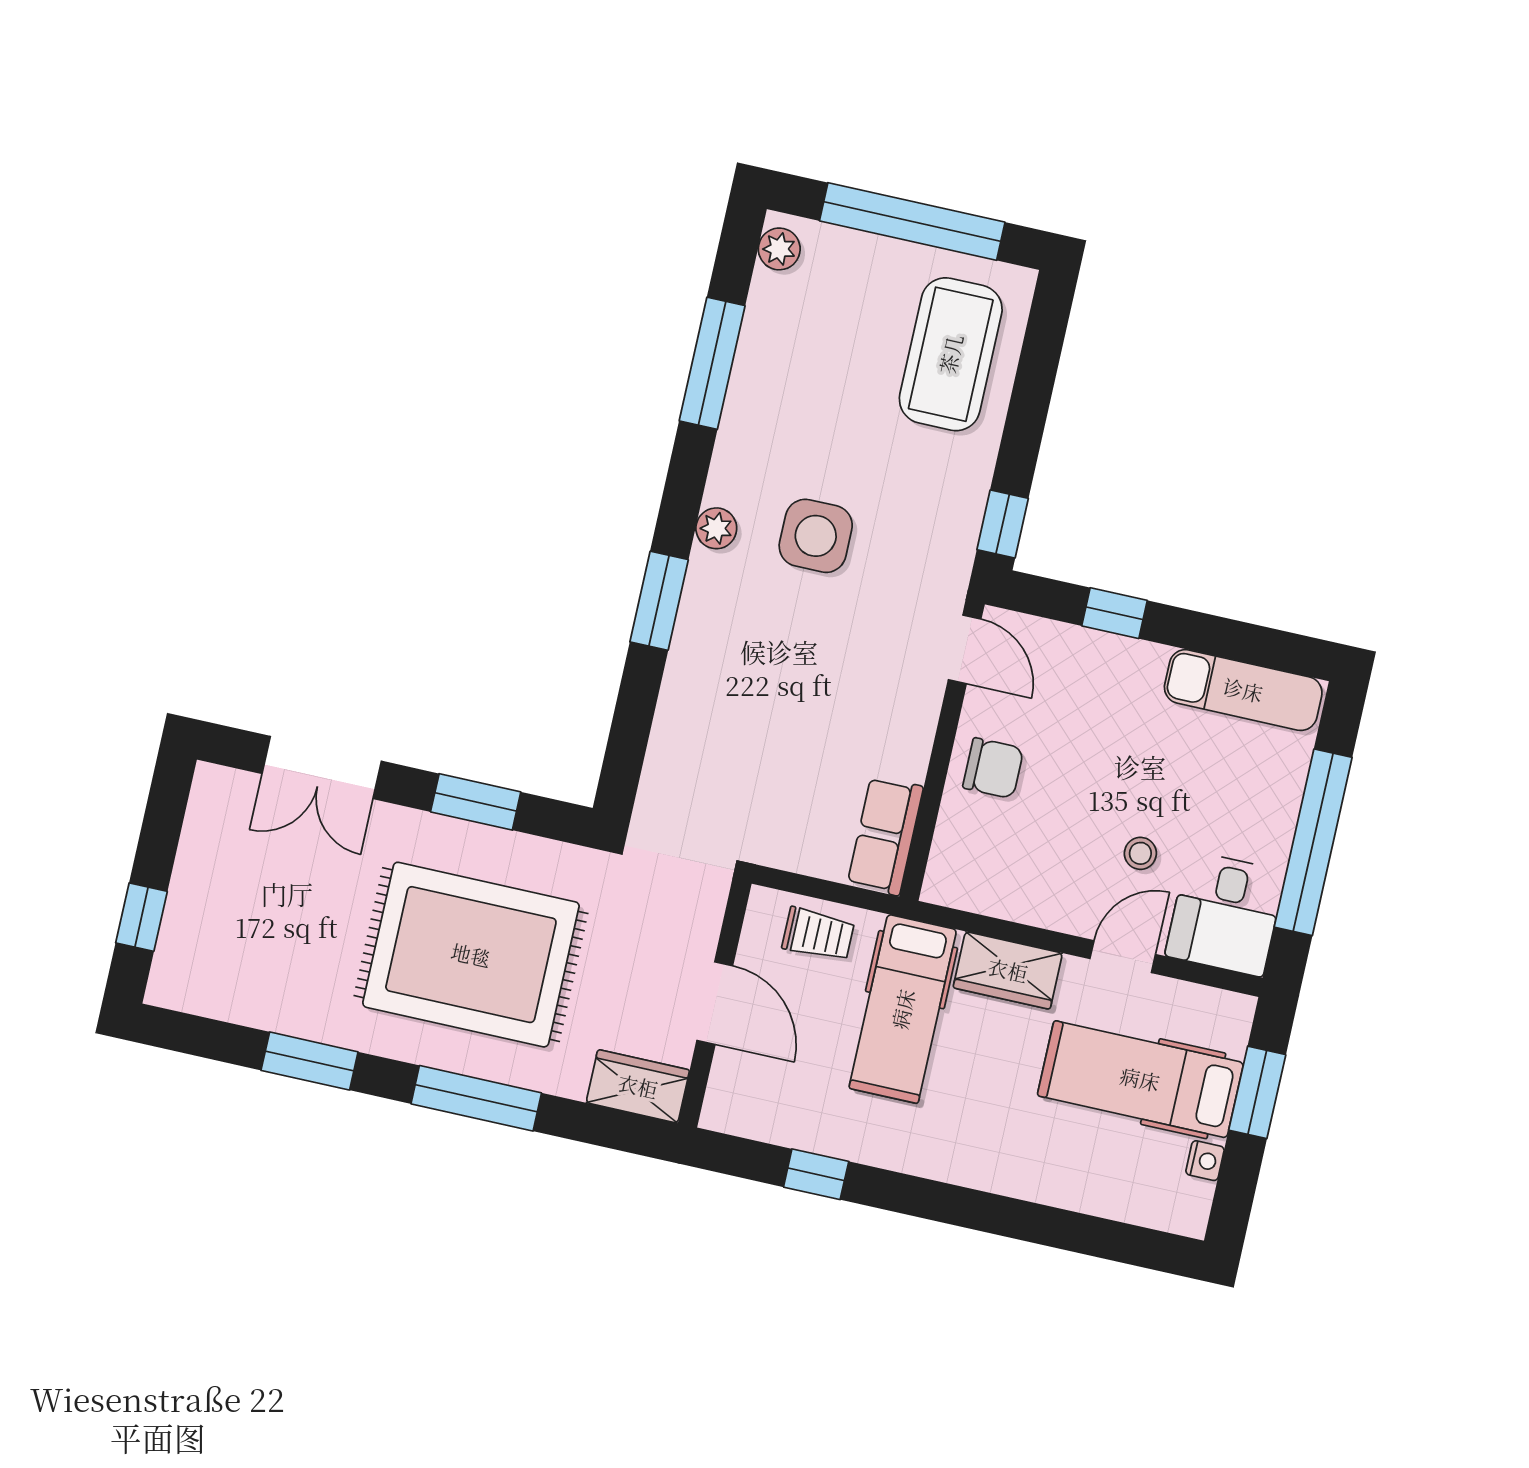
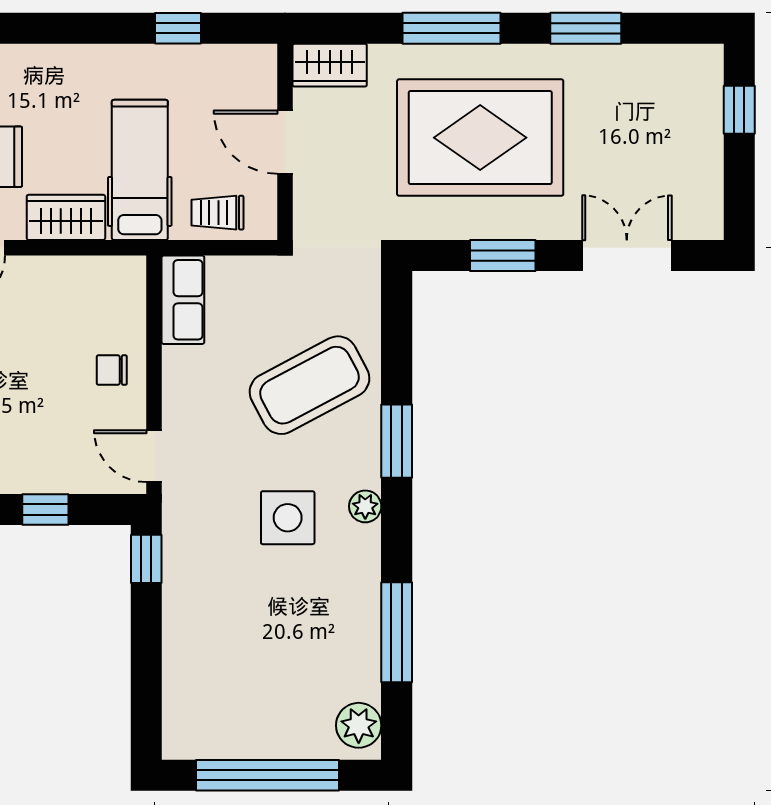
plant: (779, 249) -> (359, 725), width x1.38, depth x1.38
coffee table: (951, 354) -> (310, 385), moved, turned 62
chair: (993, 768) -> (112, 370), width x0.73, depth x0.73

